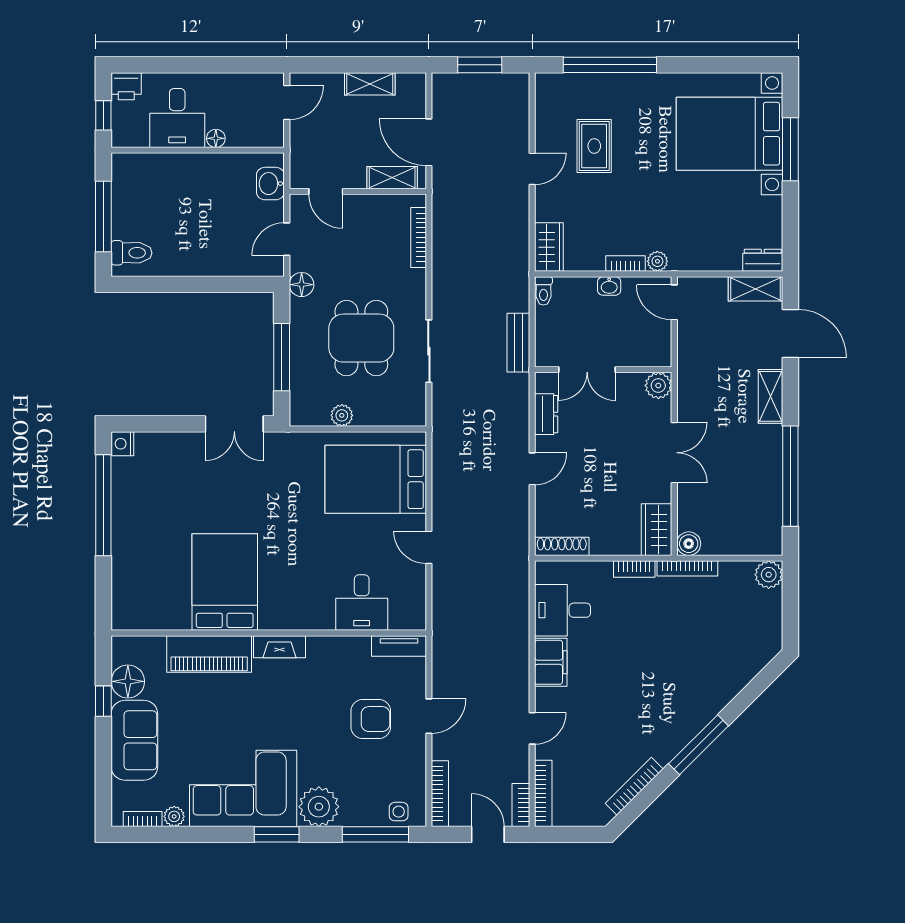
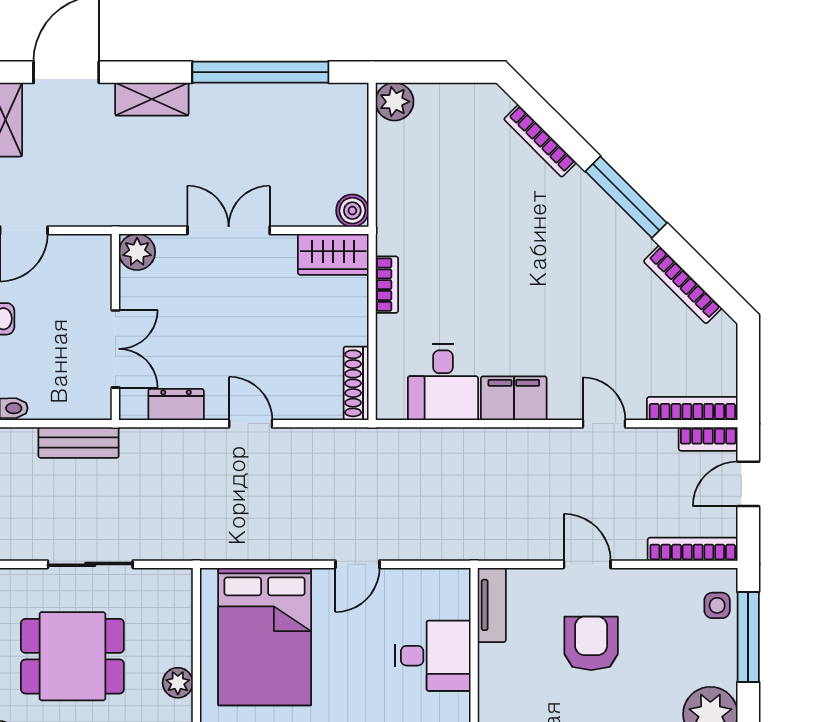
bookcase: (687, 568) -> (540, 141), moved, turned 135

